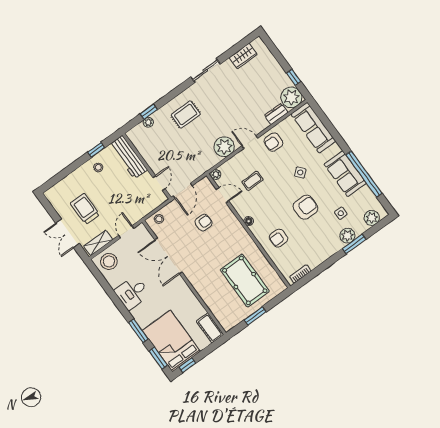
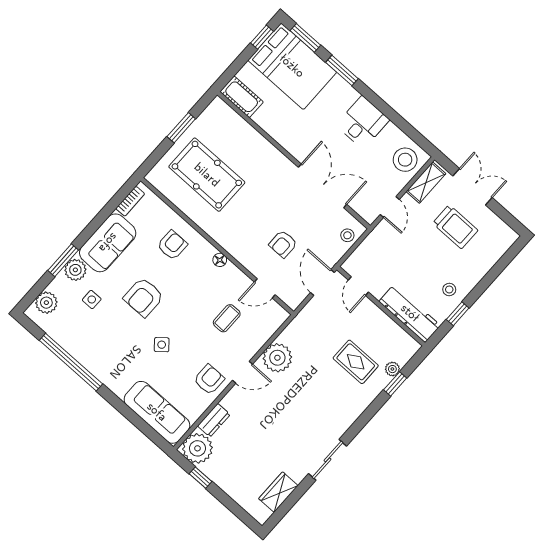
rug: (186, 114) -> (356, 362), moved, turned 90
plant: (216, 174) -> (281, 316), removed
sofa: (345, 174) -> (108, 243), moved, turned 90

